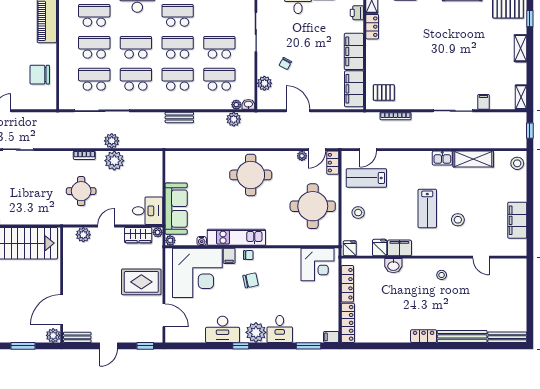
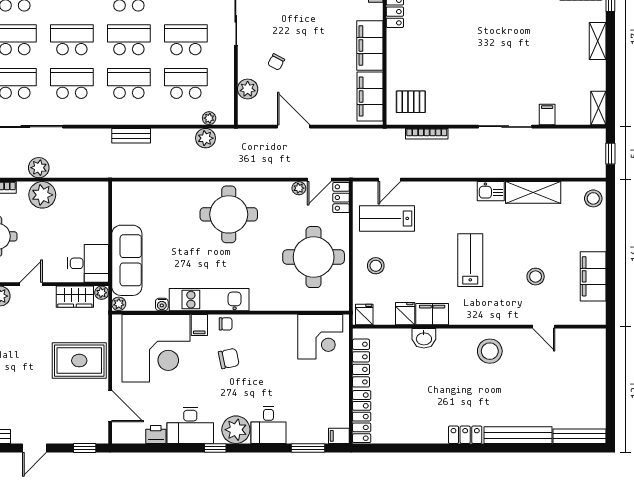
washbasin: (248, 104) -> (226, 118), removed
lab bench: (427, 208) -> (470, 260), turned 180
stool: (458, 220) -> (536, 277), moved
stool: (442, 275) -> (490, 351), width x1.89, depth x1.89
printer: (197, 336) -> (156, 435), added

